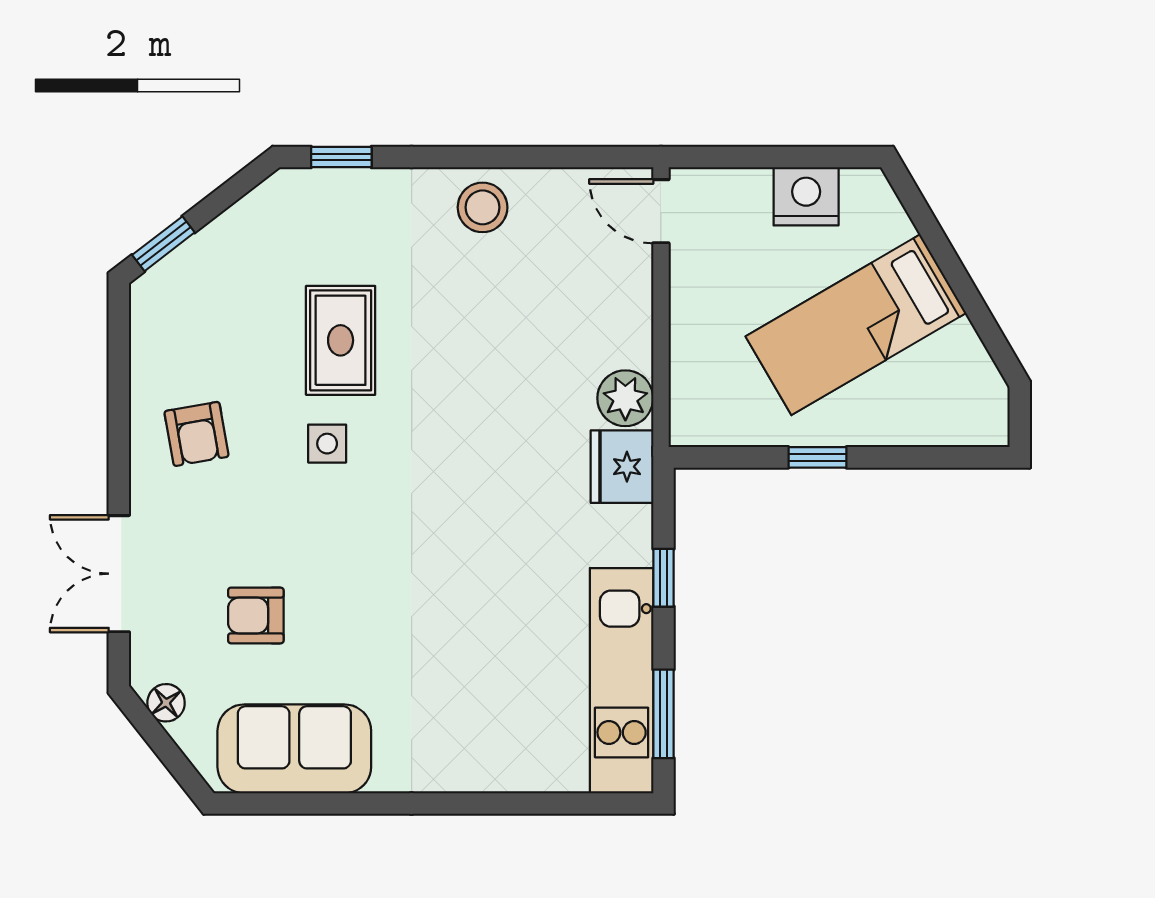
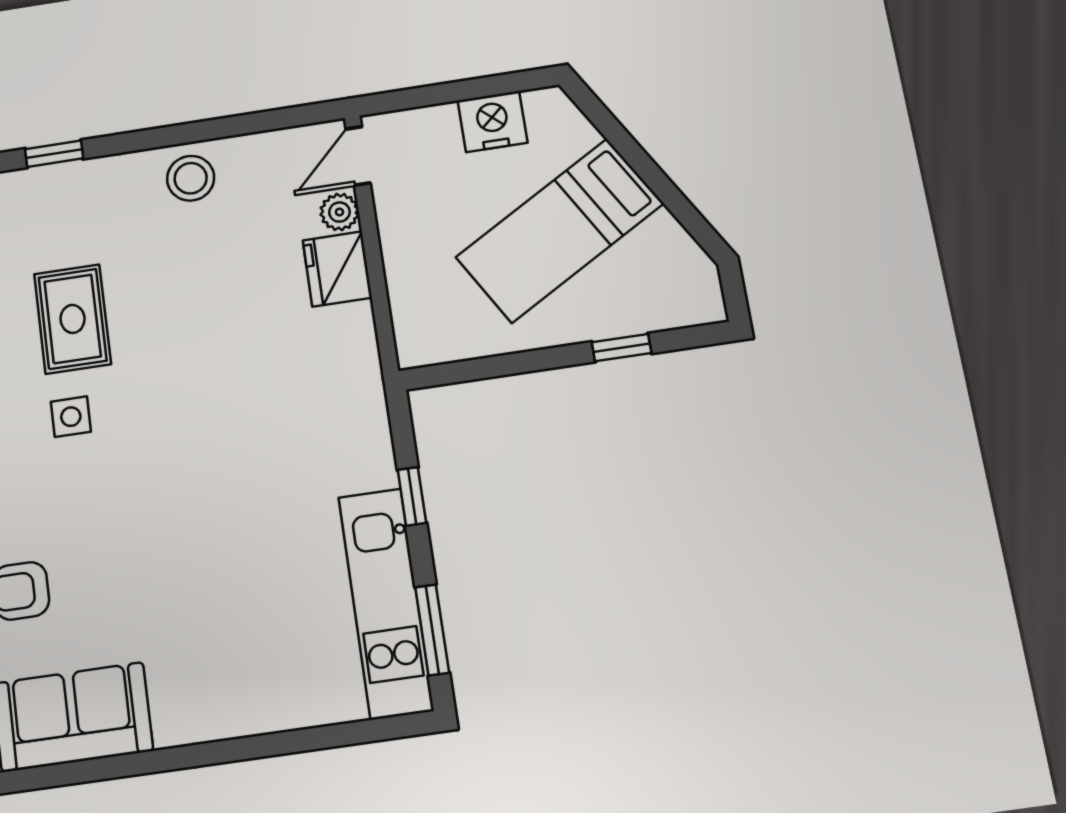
door: (661, 211) -> (358, 156), hinge flipped
plant: (625, 398) -> (339, 212), moved, width x0.73, depth x0.73
window: (817, 457) -> (622, 348), moved
fridge: (622, 467) -> (337, 269), moved

